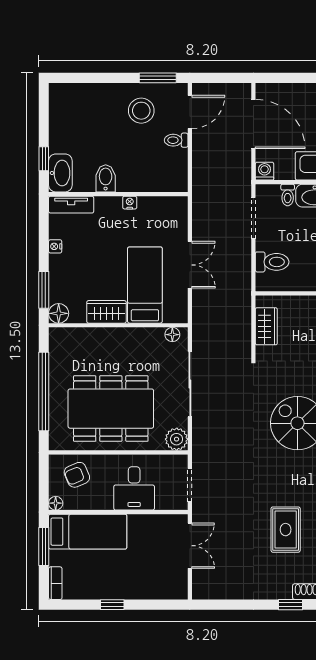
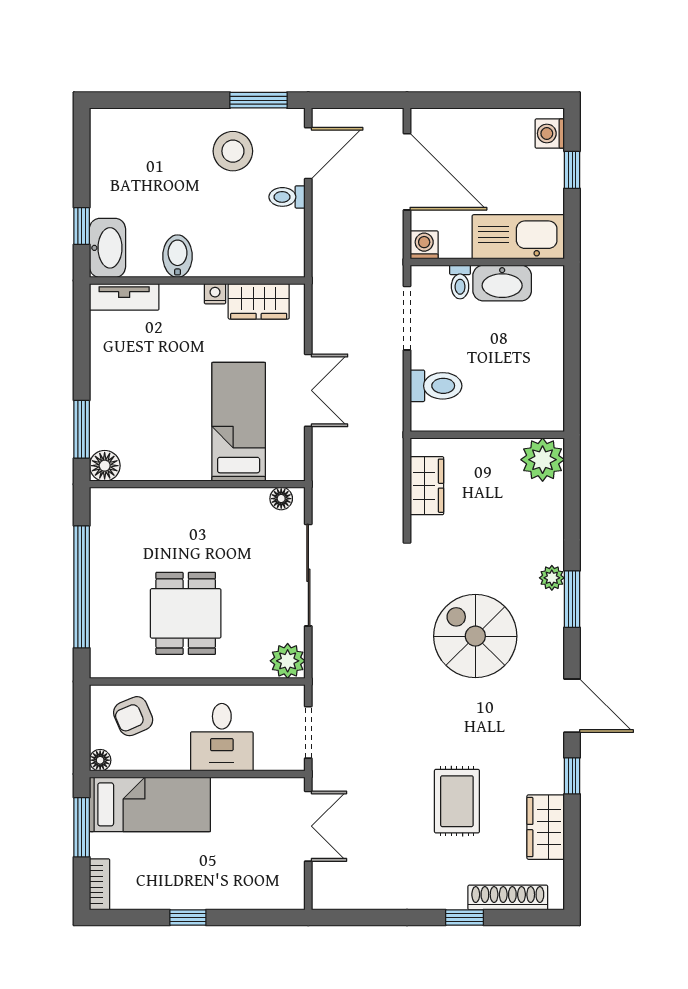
nightstand: (55, 246) -> (99, 362), removed
wardrobe: (106, 312) -> (259, 301), moved, turned 180
dining table: (111, 409) -> (186, 613), width x0.53, depth x0.80

